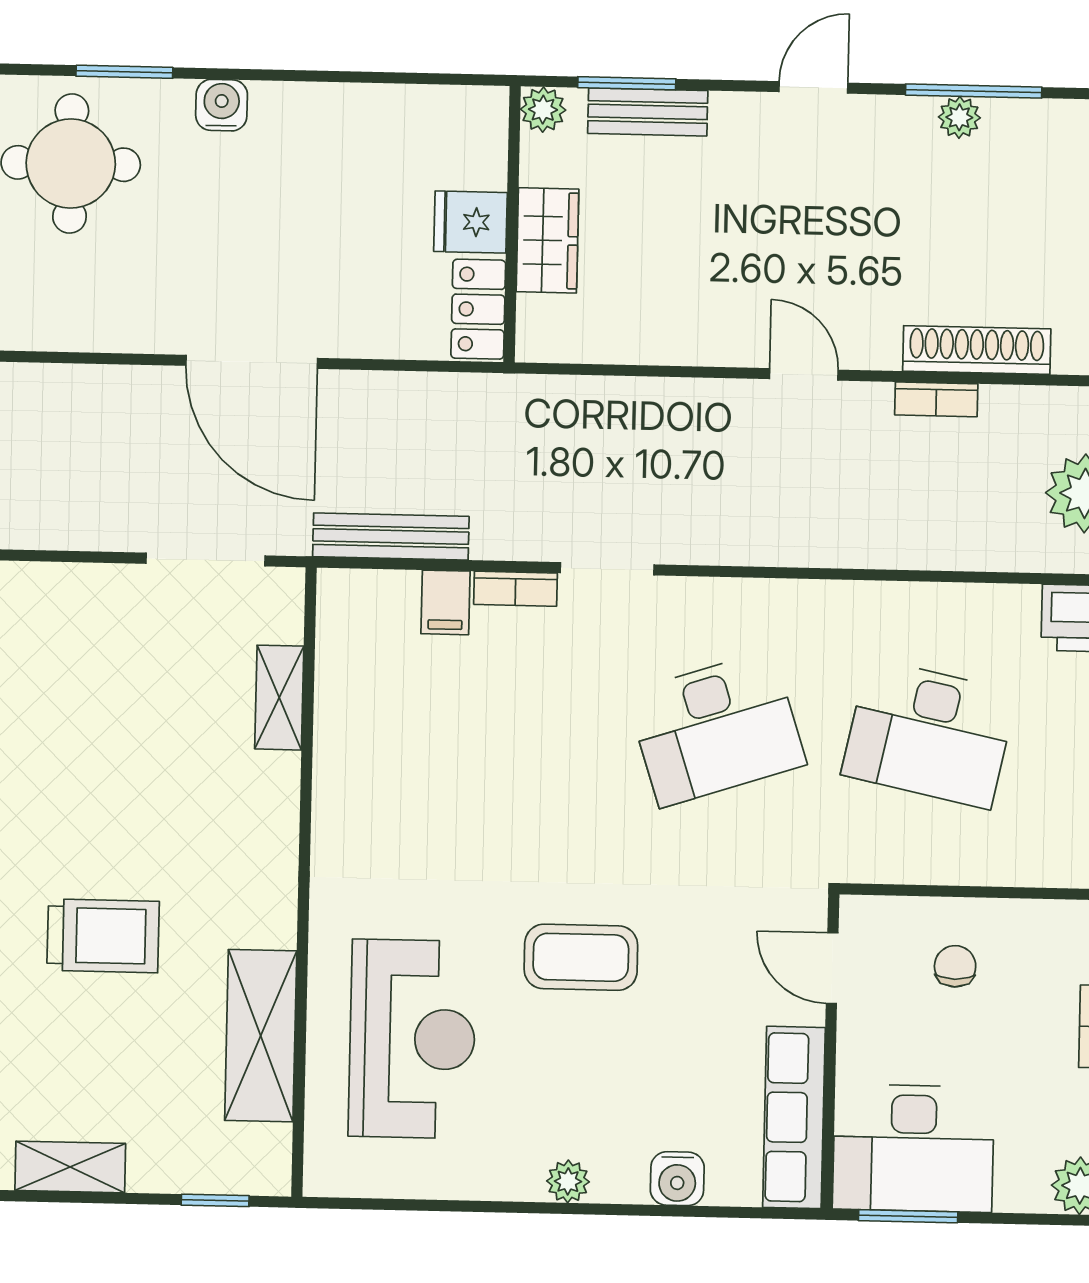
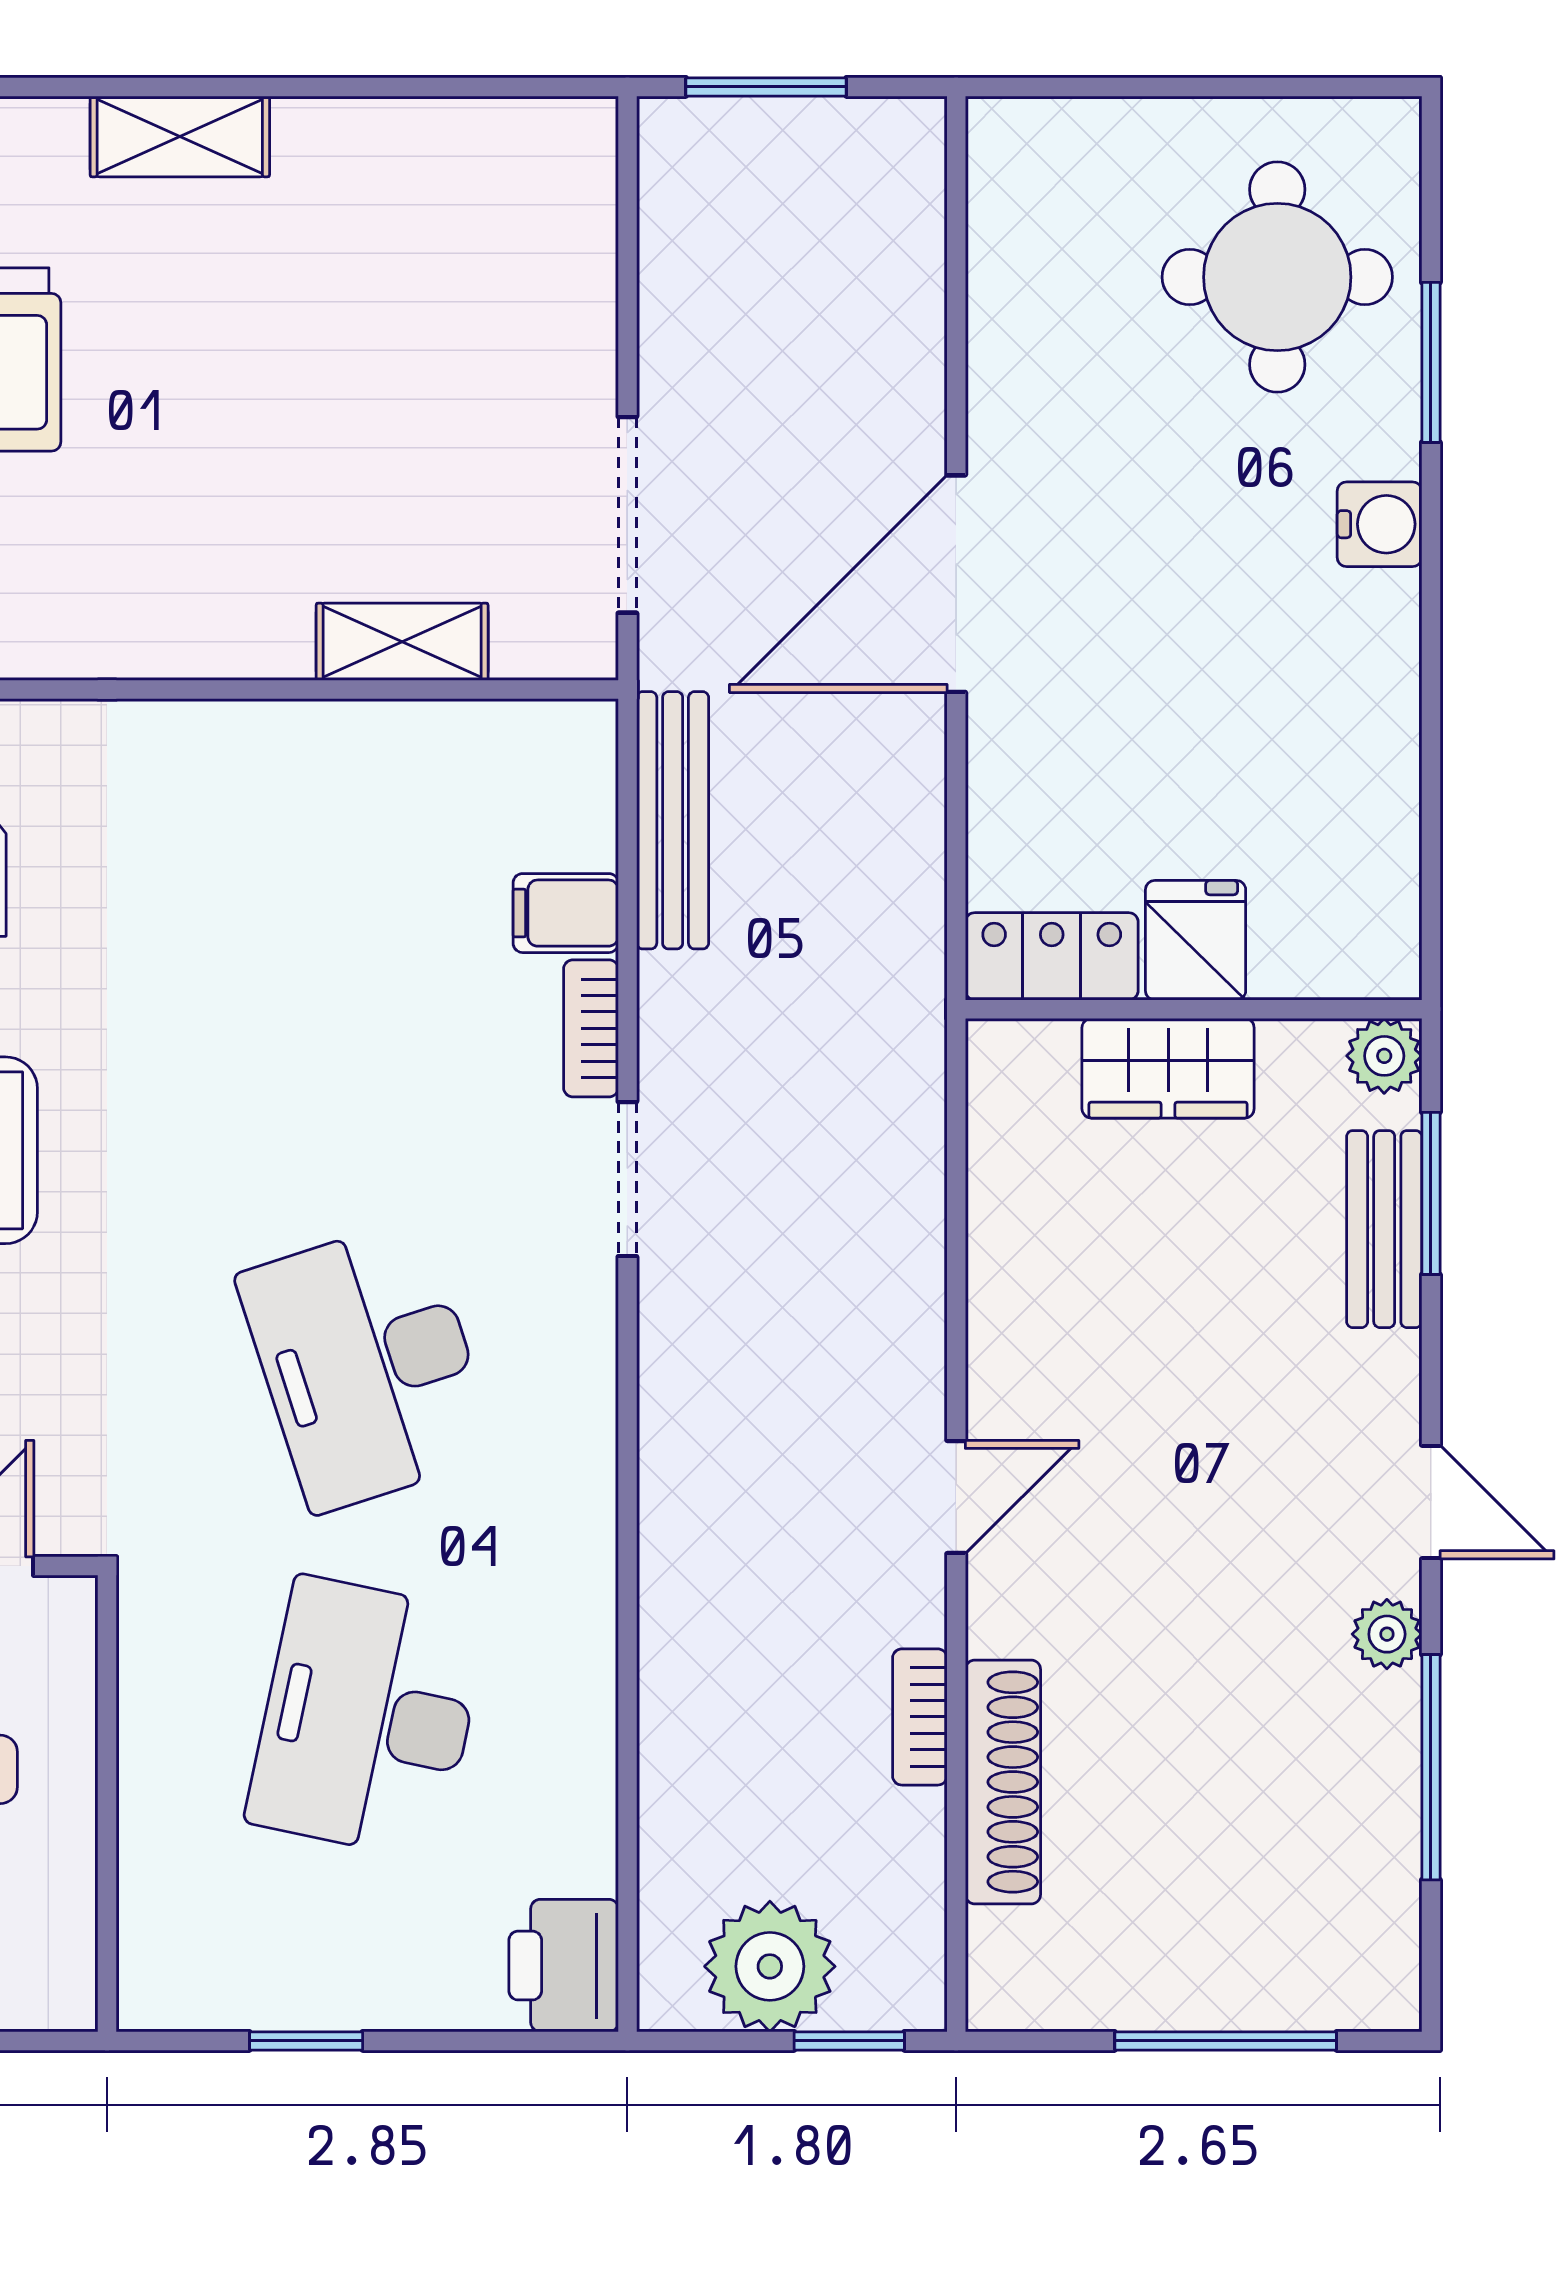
plant: (959, 117) -> (1387, 1634), moved

